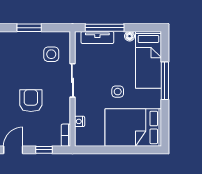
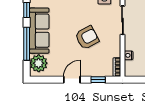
armchair: (31, 101) -> (87, 38), turned 62

